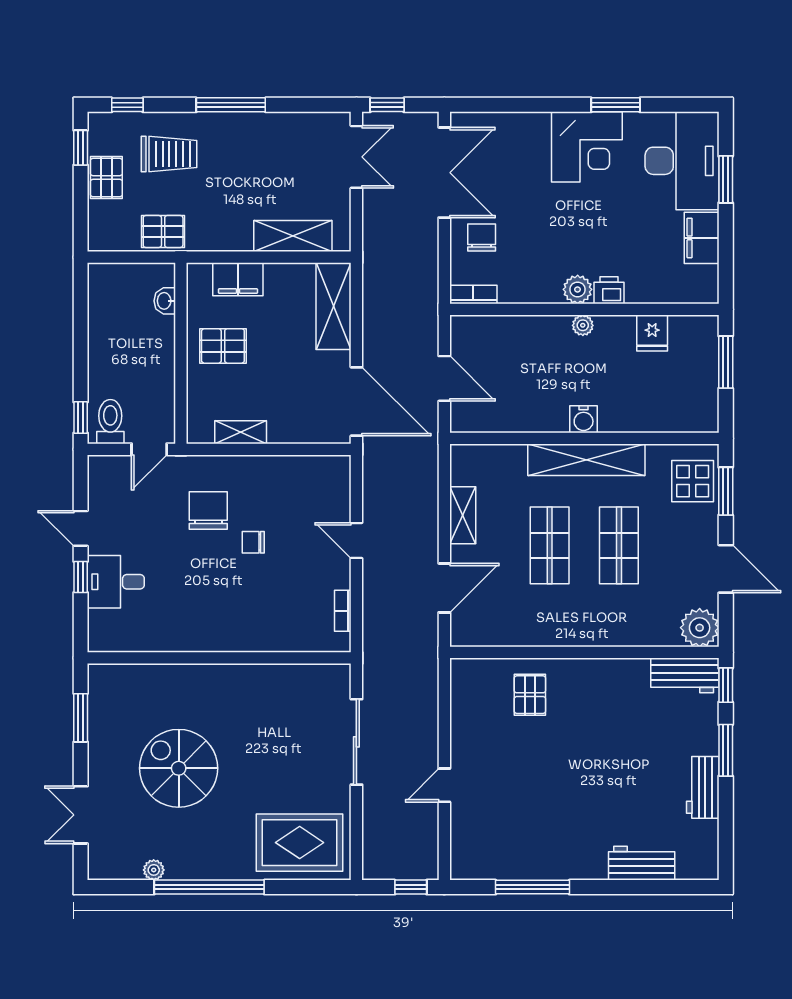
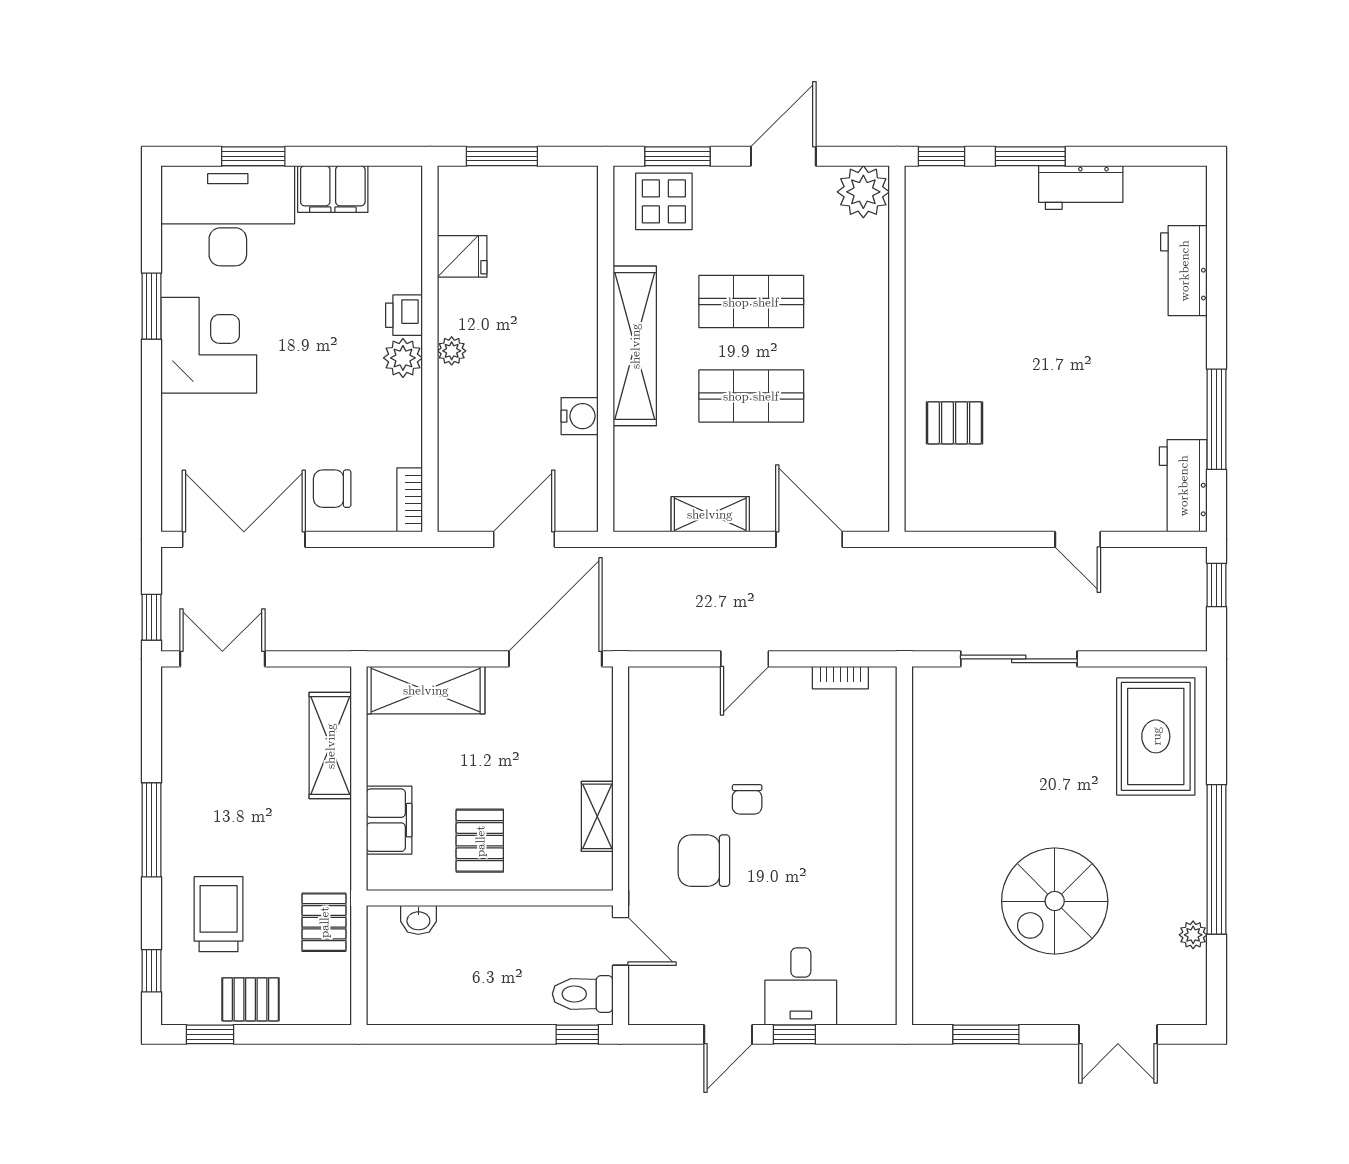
water cooler: (584, 419) -> (580, 416), moved
workbench: (685, 675) -> (1183, 486), moved, turned 180

